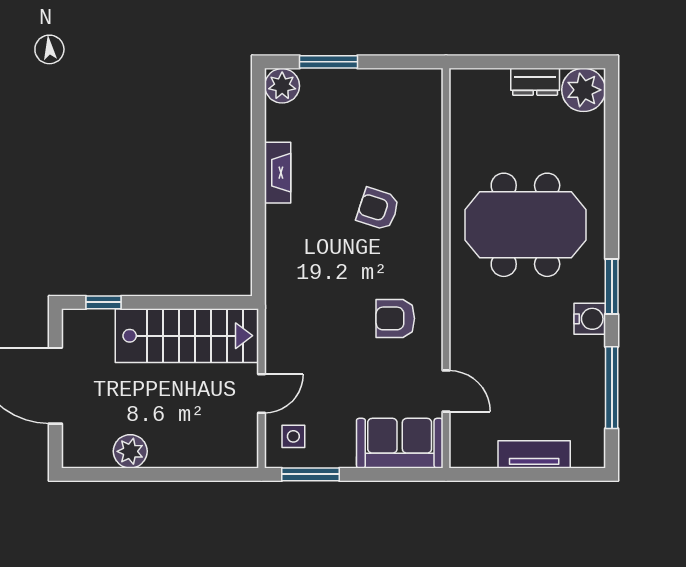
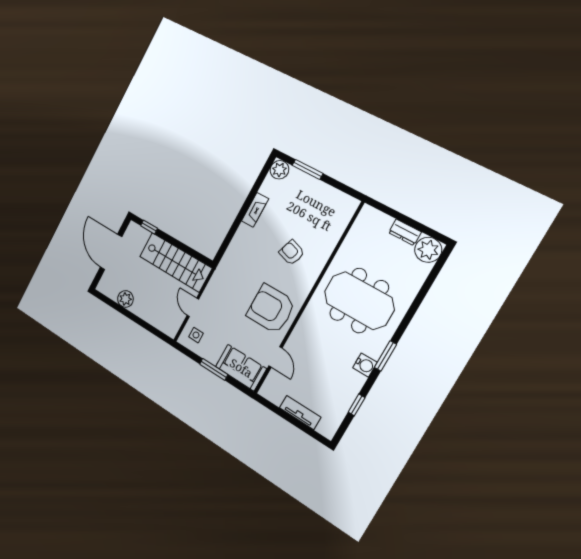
armchair: (395, 318) -> (271, 309), width x1.88, depth x1.88
window: (612, 388) -> (357, 405), width x0.46
door: (262, 394) -> (193, 307), swing flipped
window: (310, 474) -> (214, 369), moved

